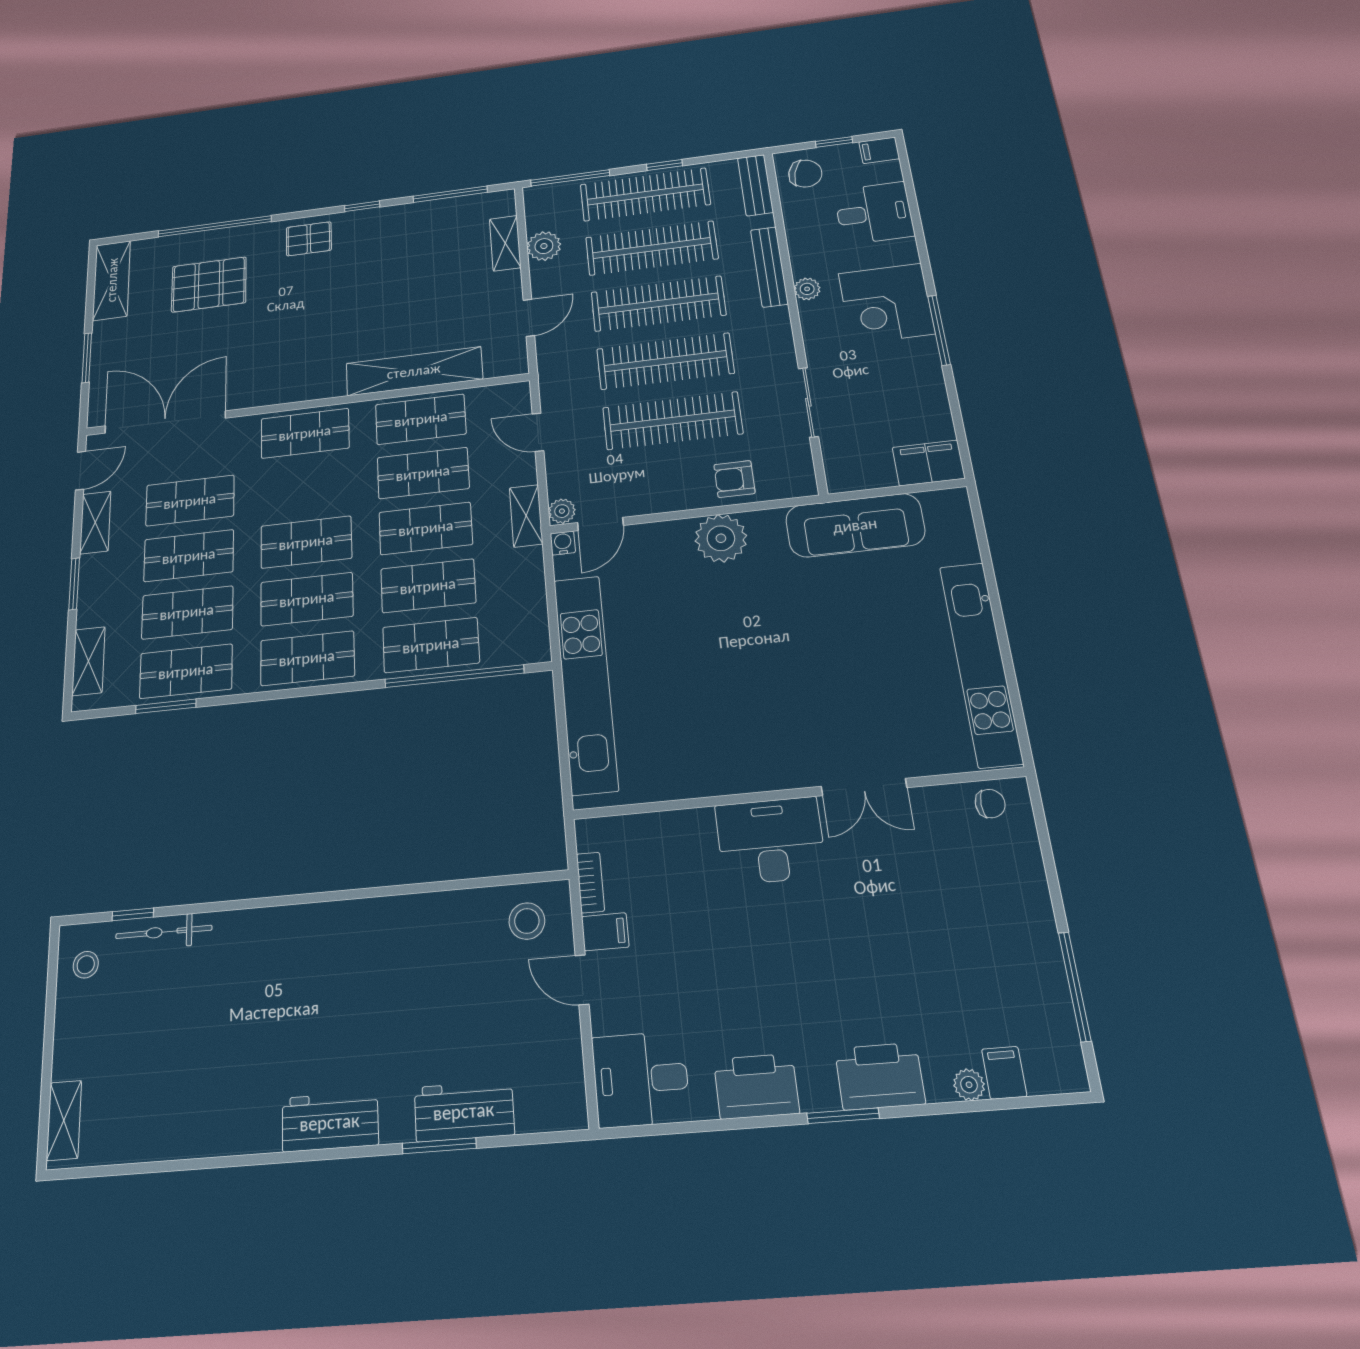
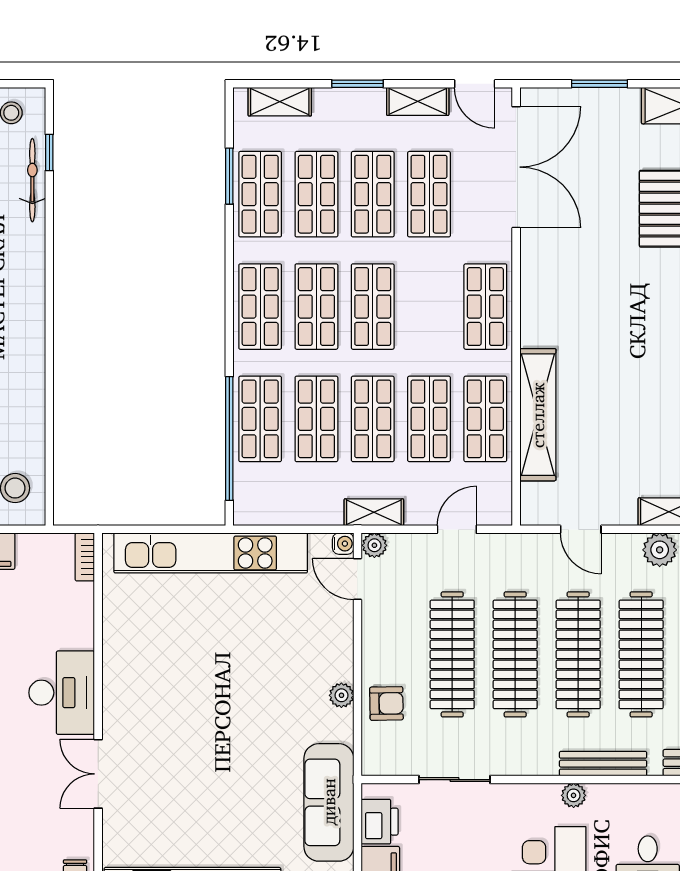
printer: (868, 471) -> (380, 822), added
armchair: (734, 479) -> (386, 703), turned 89
plant: (721, 538) -> (341, 695), width x0.53, depth x0.53
bookcase: (590, 883) -> (85, 557), moved, turned 90

